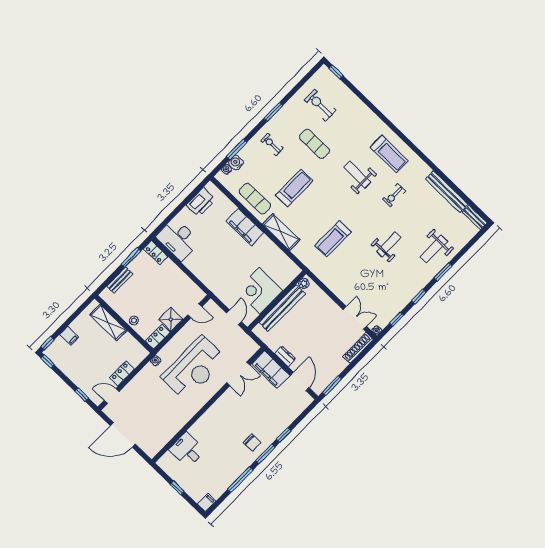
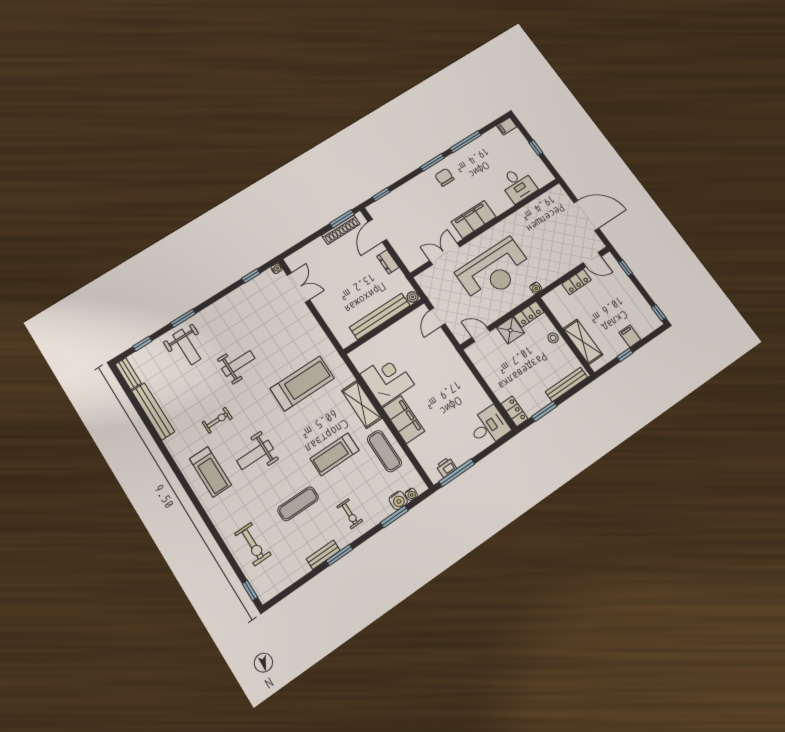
exercise bike: (320, 105) -> (253, 544), moved
bench: (286, 109) -> (323, 555), added
exercise mat: (314, 144) -> (298, 504), turned 90
treadmill: (389, 154) -> (210, 472), turned 180
weight bench: (357, 175) -> (255, 455), turned 90
window: (193, 194) -> (457, 473), added
printer: (201, 202) -> (446, 467), width x0.53, depth x0.68
desk: (178, 239) -> (489, 427), width x0.73
treadmill: (333, 239) -> (302, 383), width x1.37, depth x1.38
weight bench: (389, 244) -> (238, 363), turned 180
weight bench: (434, 249) -> (187, 347), turned 90
bench: (120, 280) -> (566, 384), width x1.36
plant: (304, 283) -> (413, 297), moved
corner desk: (260, 291) -> (387, 379), moved, turned -90
window: (419, 297) -> (142, 344), moved
double door: (355, 318) -> (298, 287), swing flipped
window: (48, 343) -> (625, 355), moved
shoe rack: (358, 348) -> (341, 230), moved
reception desk: (194, 368) -> (494, 271), turned 180
filing cabinet: (271, 370) -> (474, 219), moved, turned -90
window: (284, 435) -> (381, 194), moved

